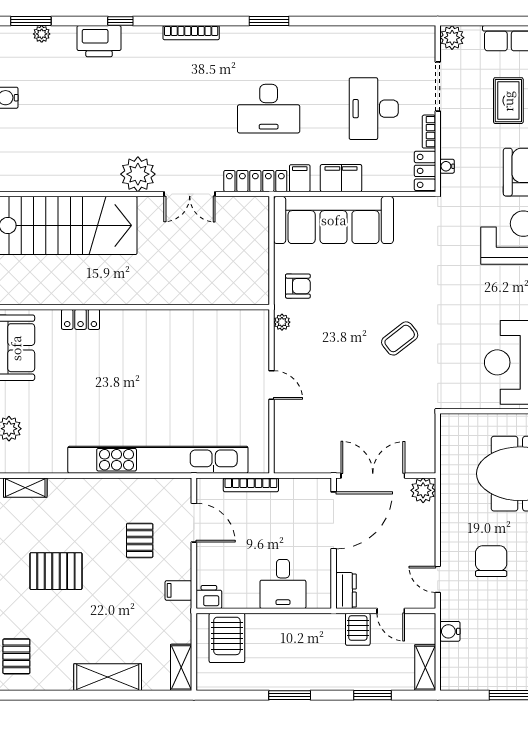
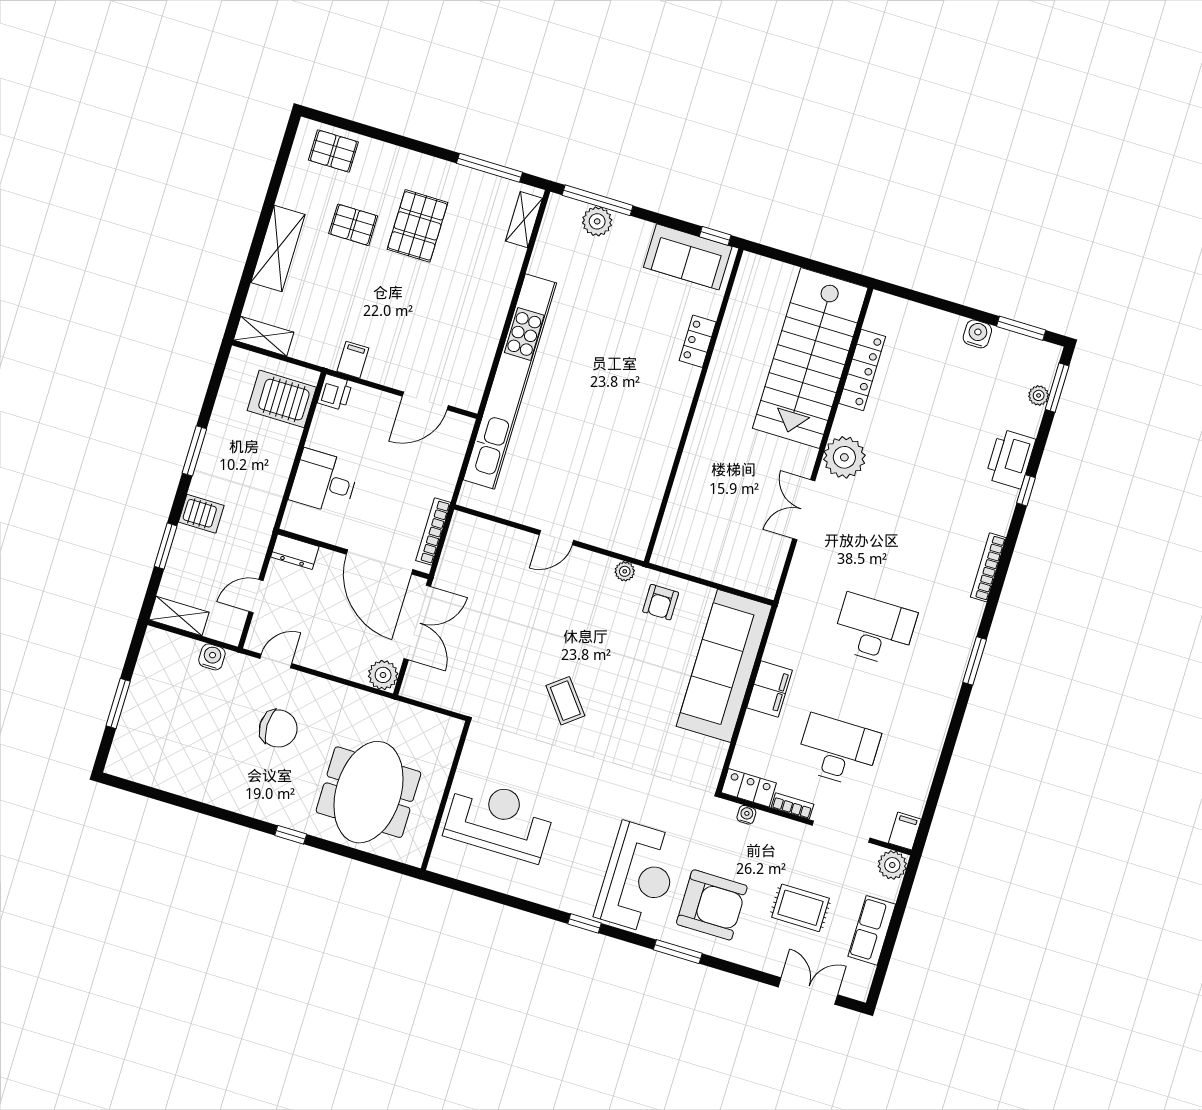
desk: (269, 109) -> (874, 630), turned 90
filing cabinet: (300, 178) -> (905, 831), moved, turned -90
locker: (255, 181) -> (862, 370), moved
bookcase: (251, 485) -> (433, 531), moved
pallet: (140, 540) -> (353, 225), moved
server rack: (358, 629) -> (201, 514), moved, turned 180

